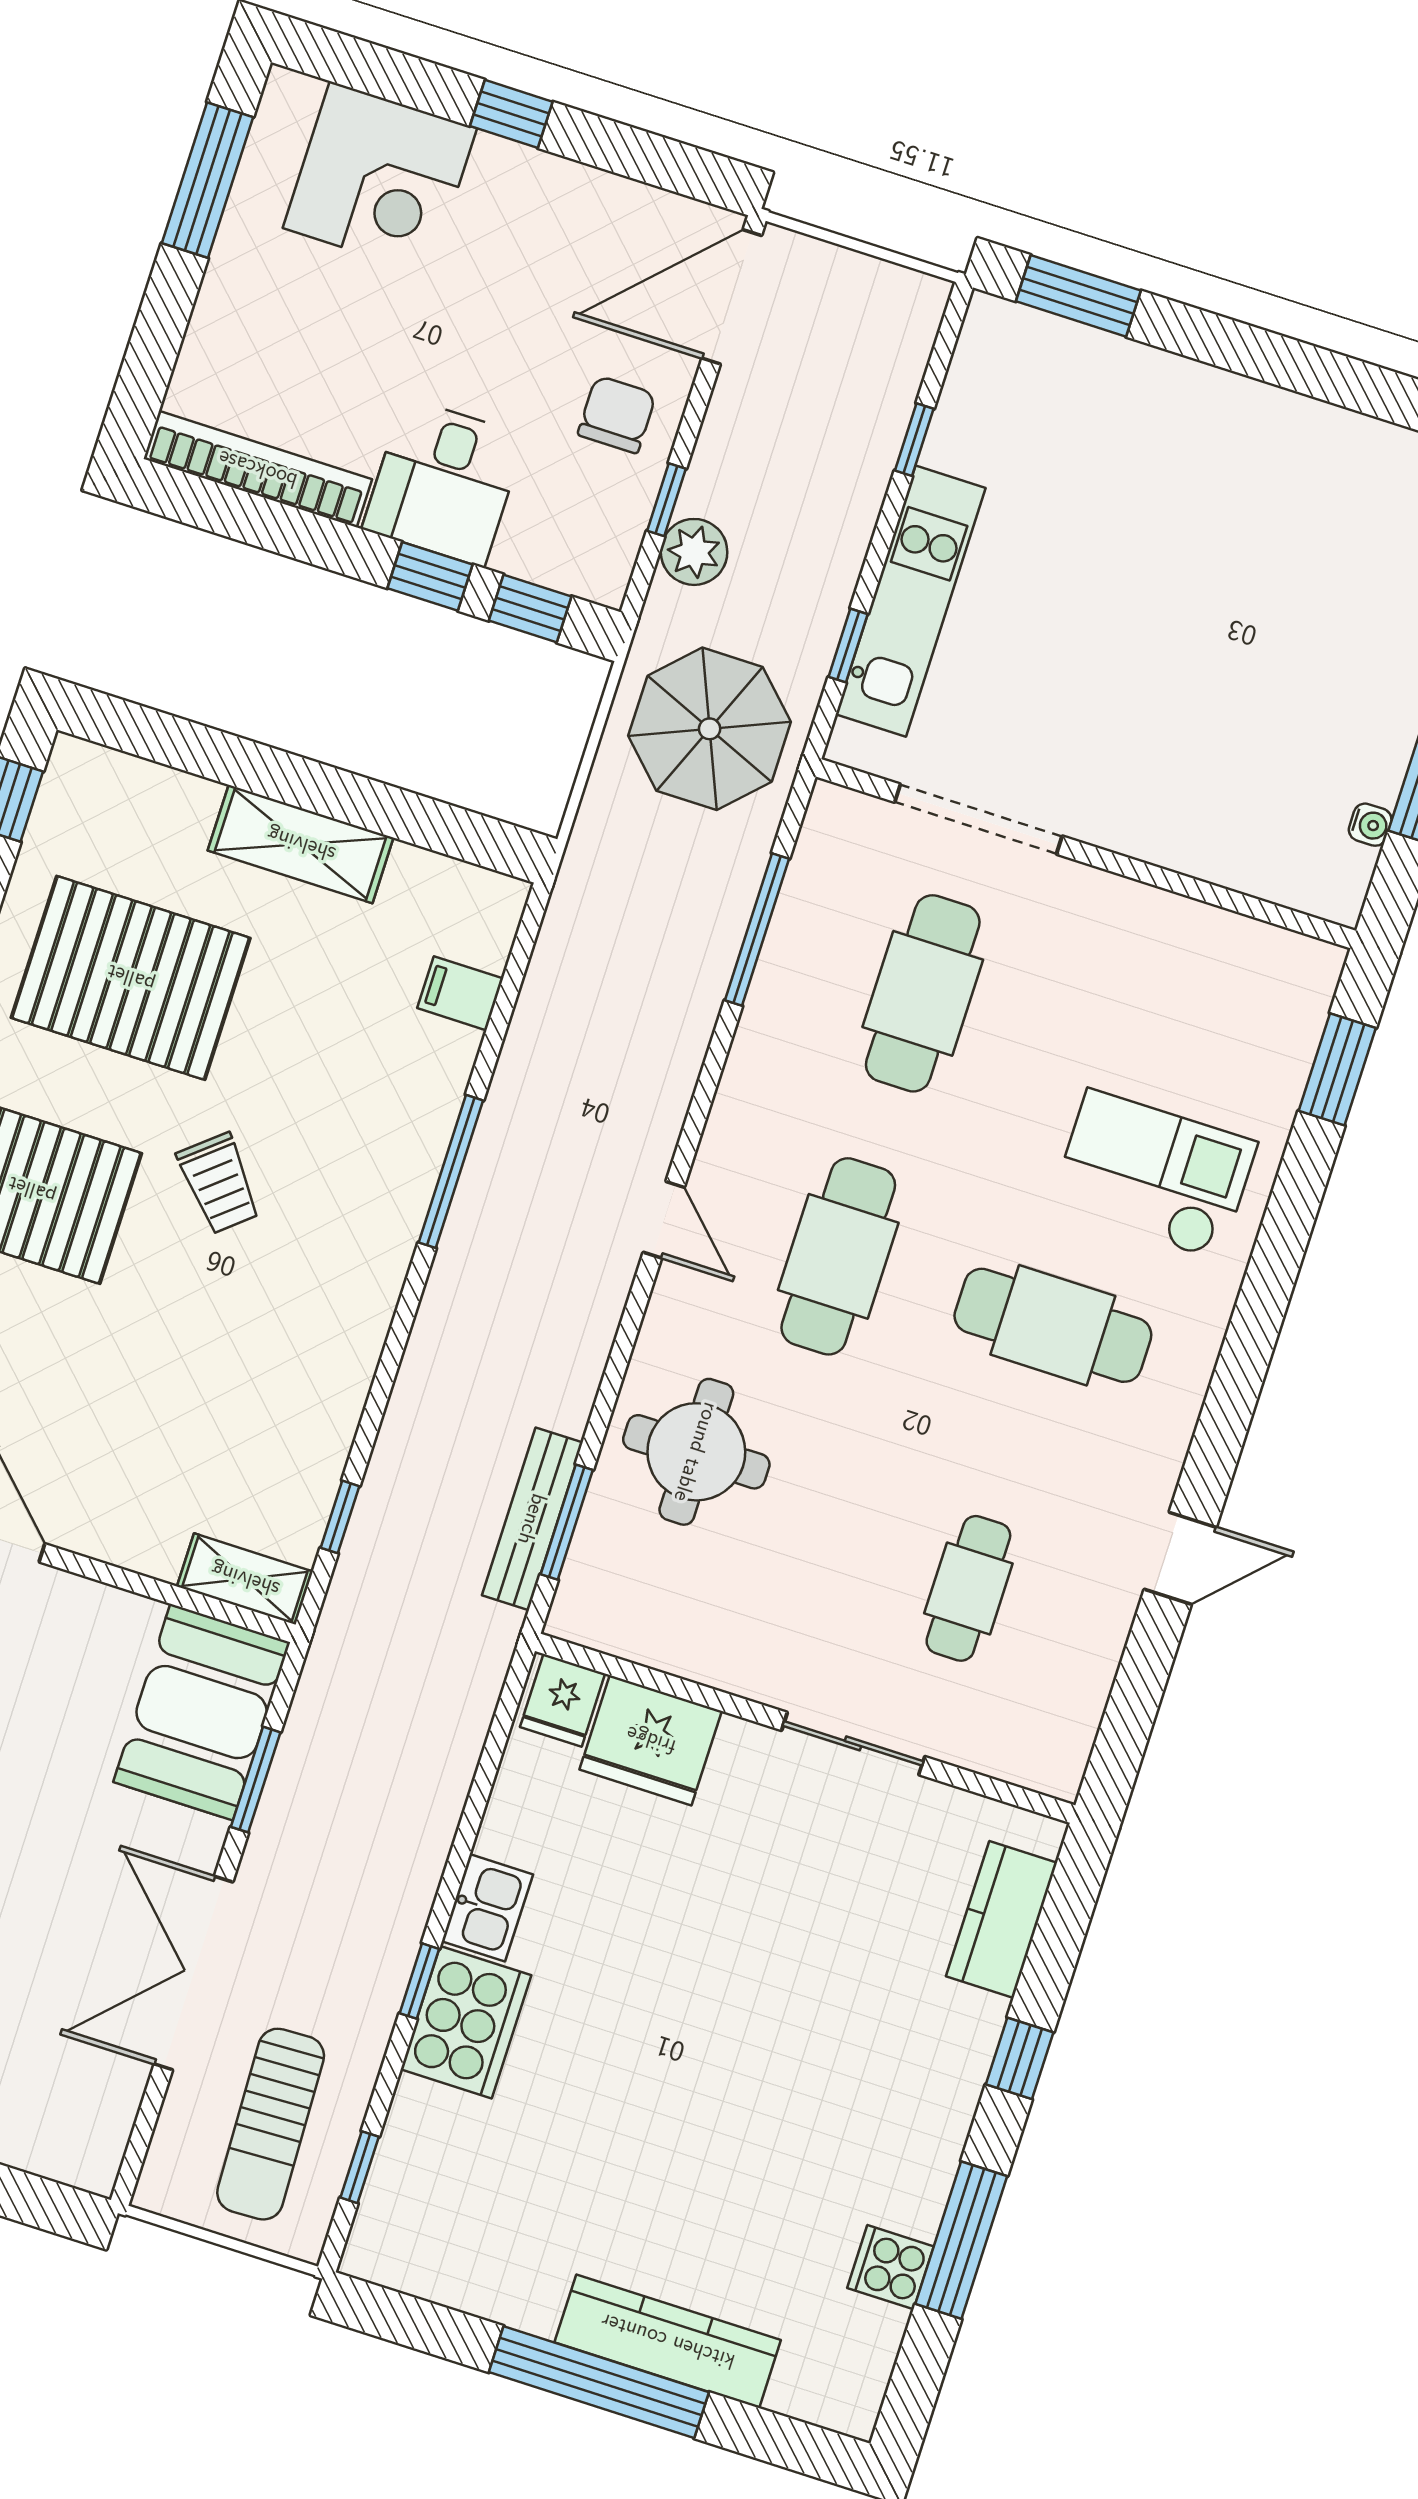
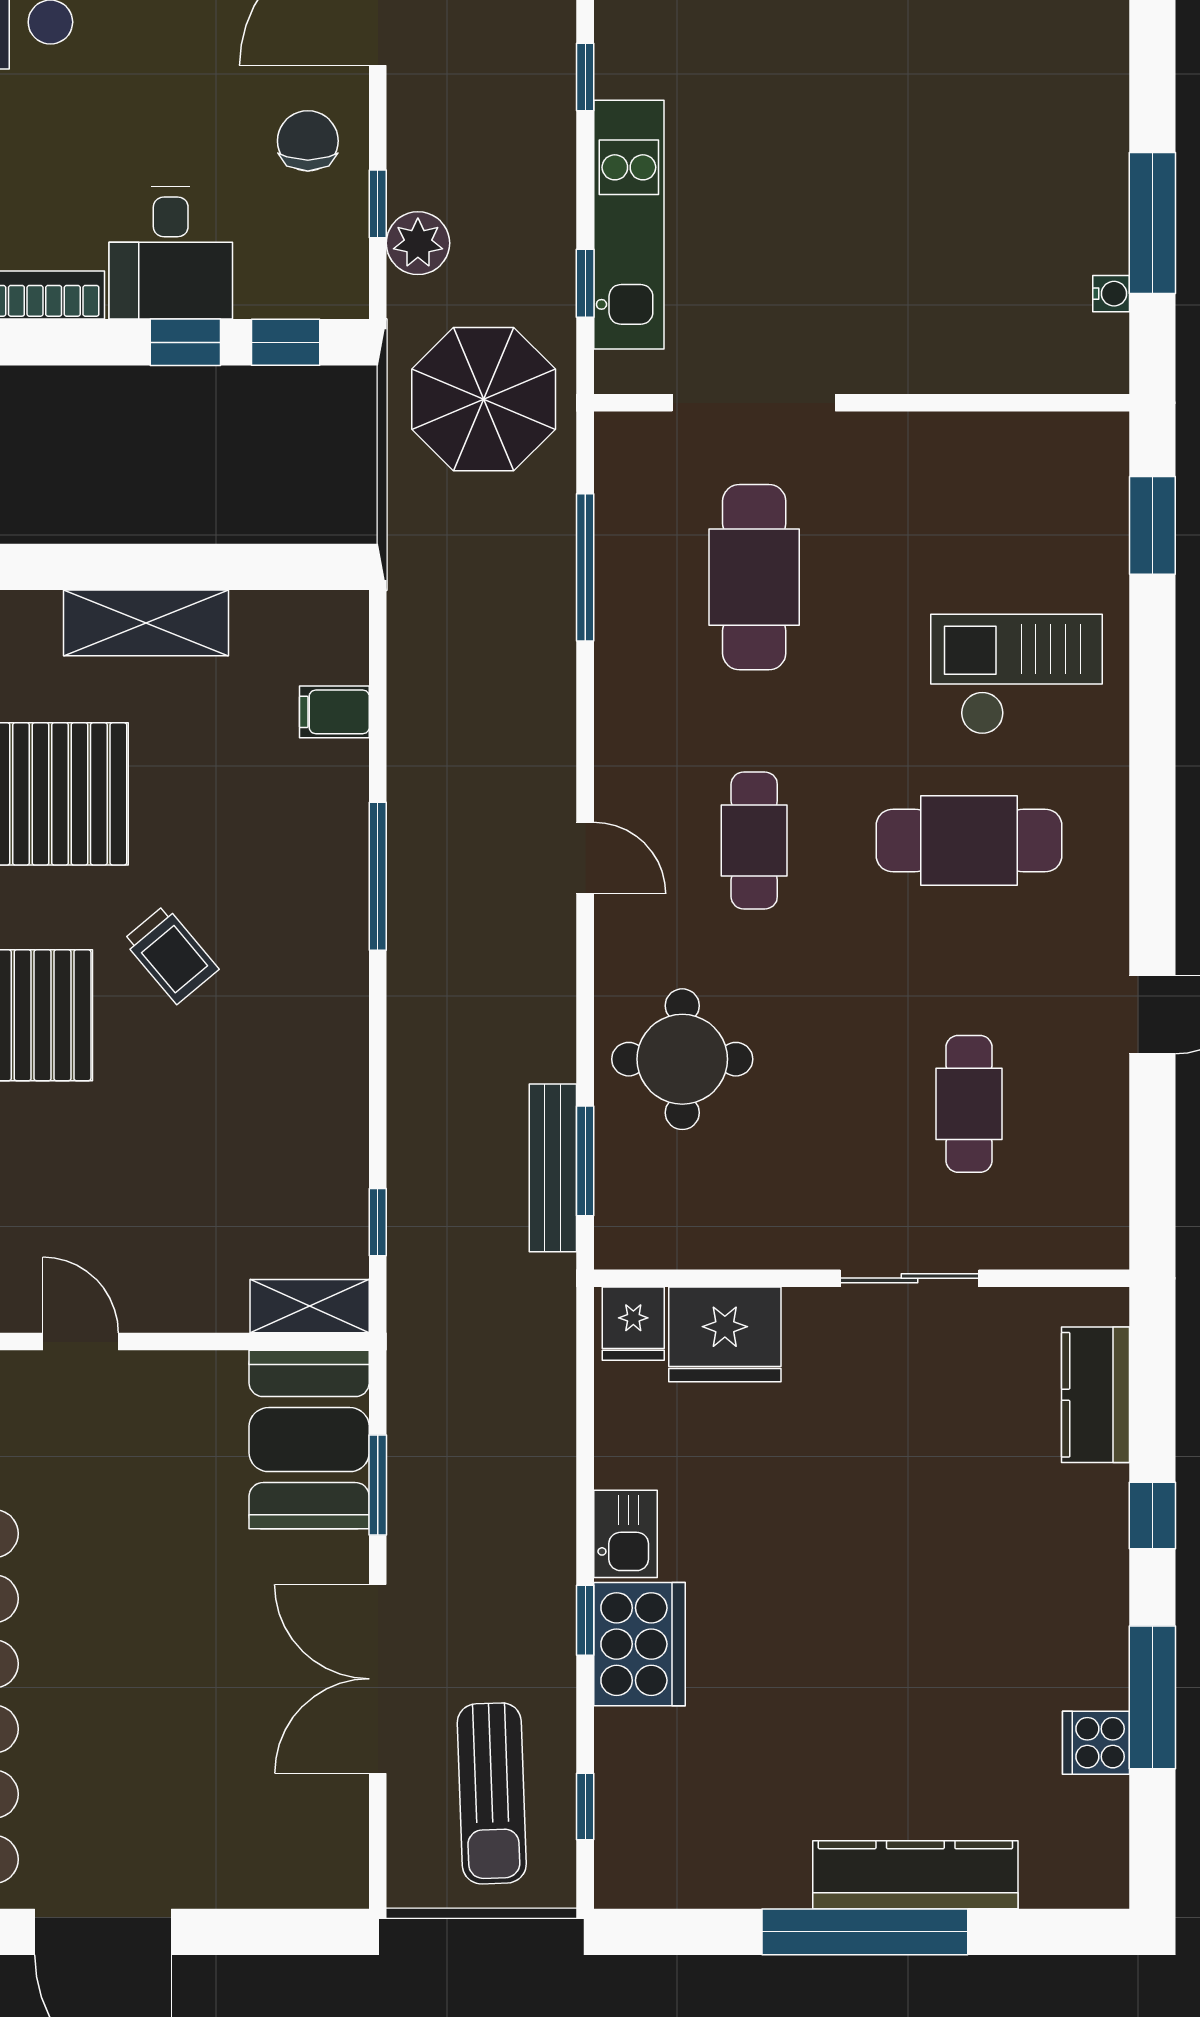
cafe table: (838, 1256) -> (754, 840), width x0.73, depth x0.74

